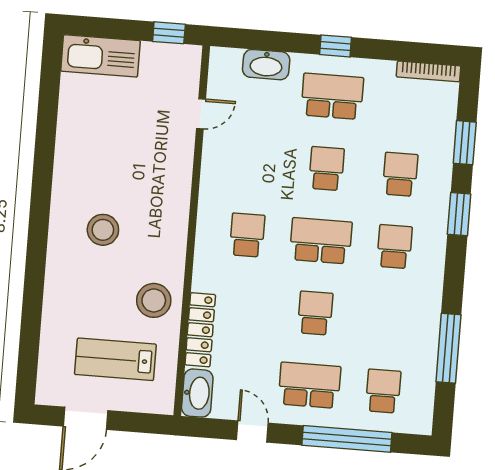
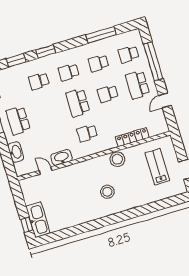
window: (169, 33) -> (27, 225), moved
school desk: (327, 169) -> (99, 63), moved
stool: (154, 300) -> (117, 159), moved
lab bench: (115, 359) -> (157, 167), turned 180
washbasin: (197, 393) -> (62, 157), moved

